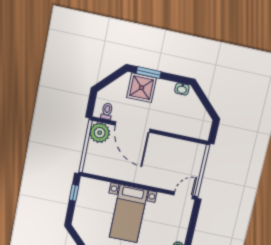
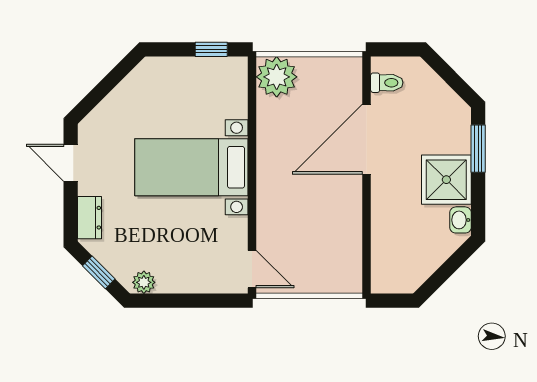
shower: (142, 88) -> (446, 180), moved
plant: (100, 133) -> (277, 77), moved

